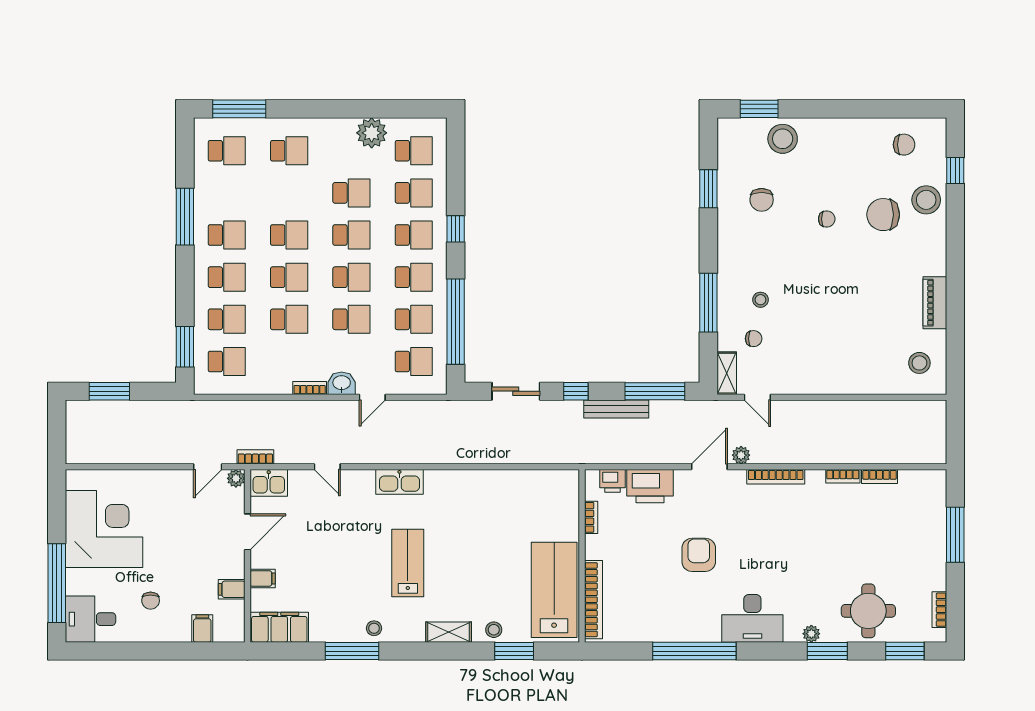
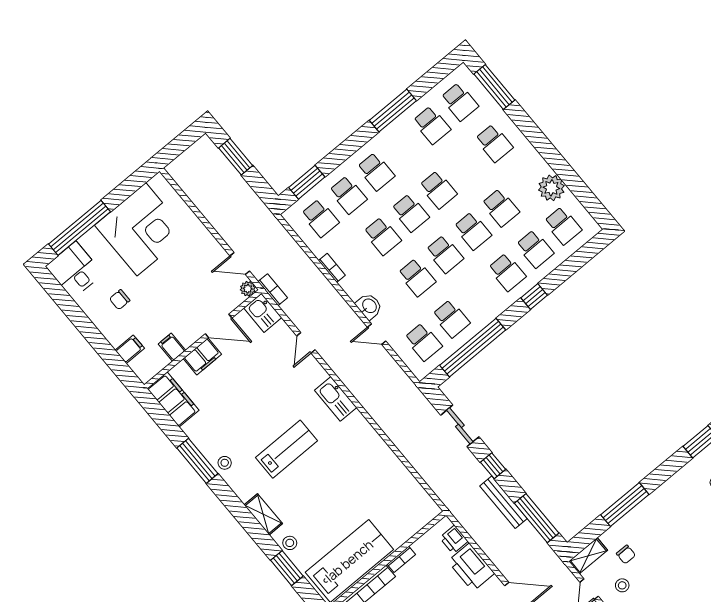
school desk: (227, 235) -> (432, 125), moved
school desk: (414, 277) -> (479, 295), removed
stool: (760, 300) -> (622, 585), moved
bookcase: (310, 388) -> (332, 268), moved
bookcase: (591, 517) -> (401, 559), moved
filing cabinet: (263, 578) -> (202, 356), width x2.00

